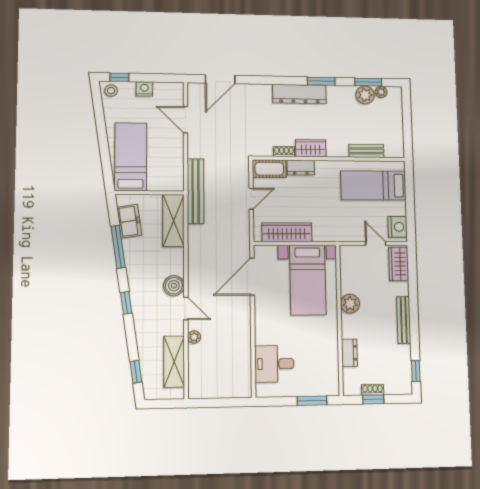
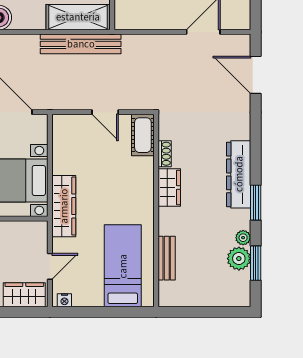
plant: (381, 92) -> (243, 238), moved
dresser: (301, 168) -> (145, 174), removed
bench: (196, 191) -> (81, 44), moved
nightstand: (398, 227) -> (64, 300), width x0.53, depth x0.56
wardrobe: (287, 232) -> (64, 206), moved

